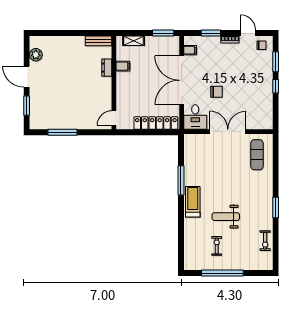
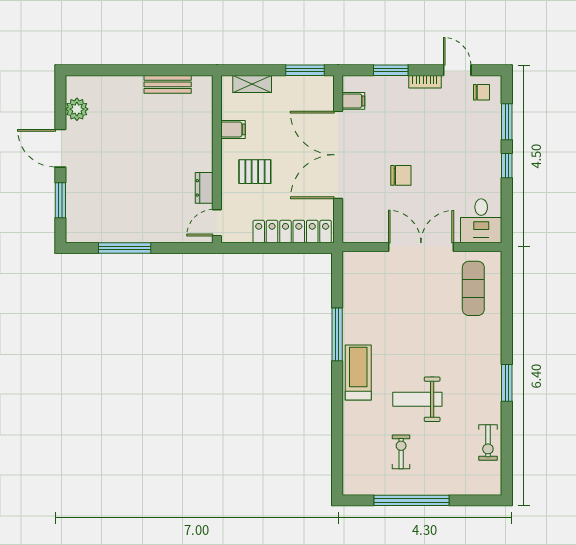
bench: (98, 41) -> (168, 84), moved
dresser: (107, 68) -> (204, 188), moved
pallet: (135, 90) -> (255, 172), added
desk: (195, 117) -> (481, 221), moved

